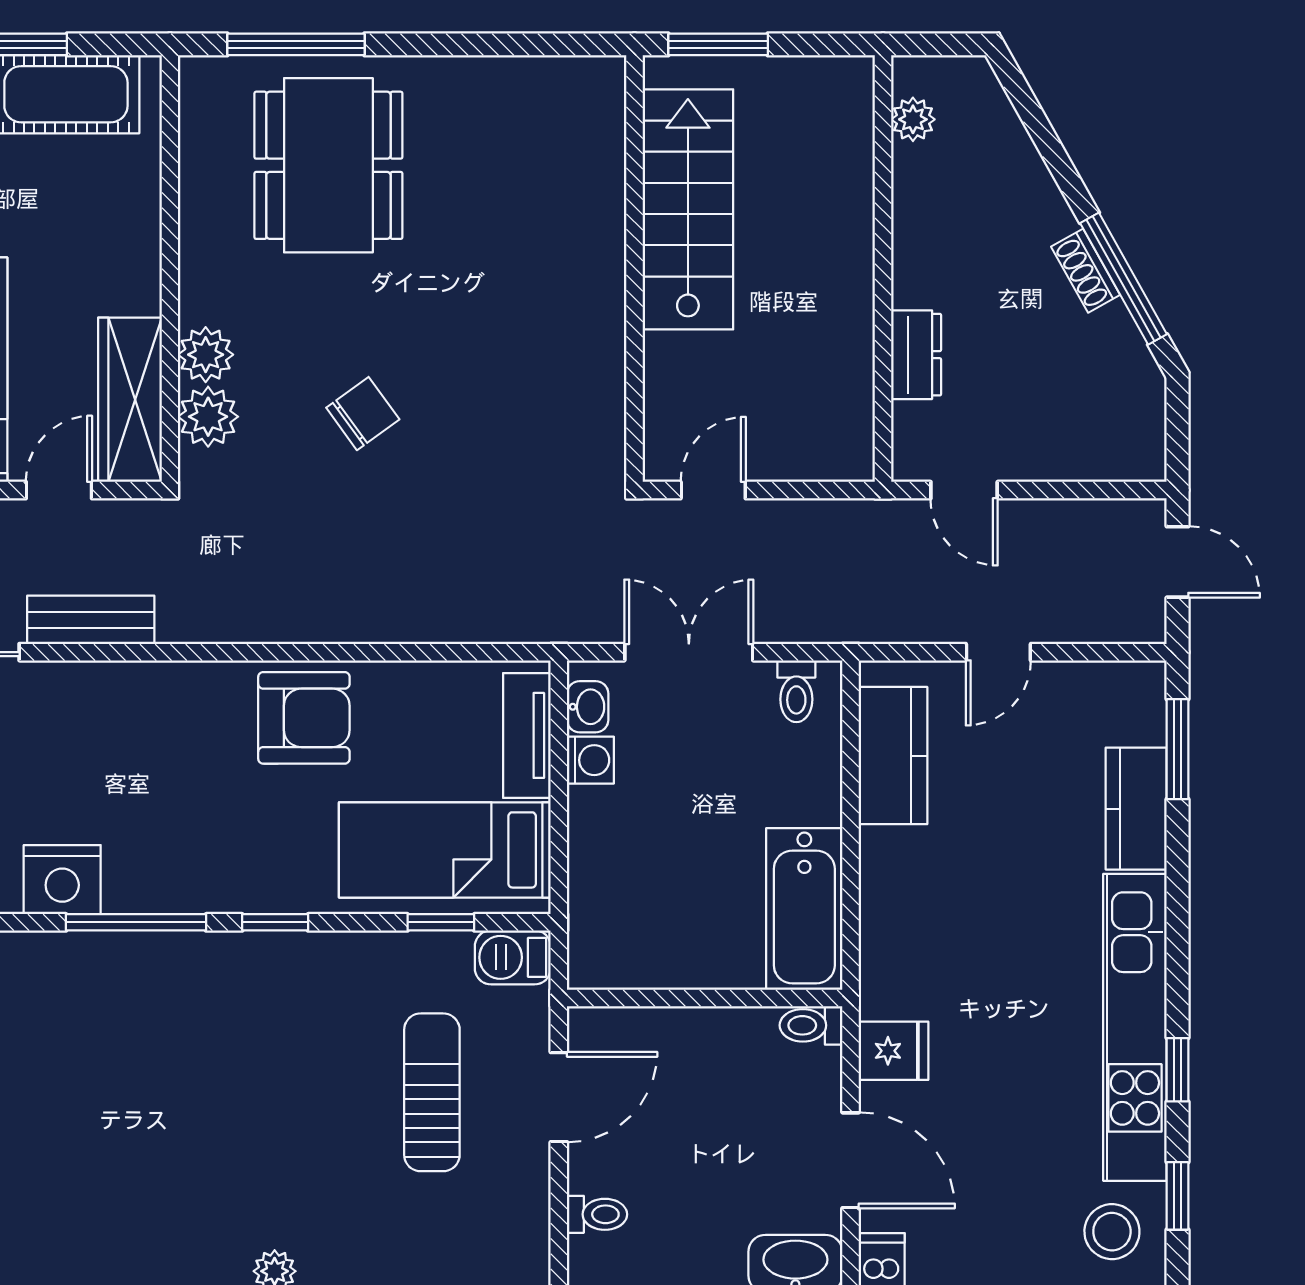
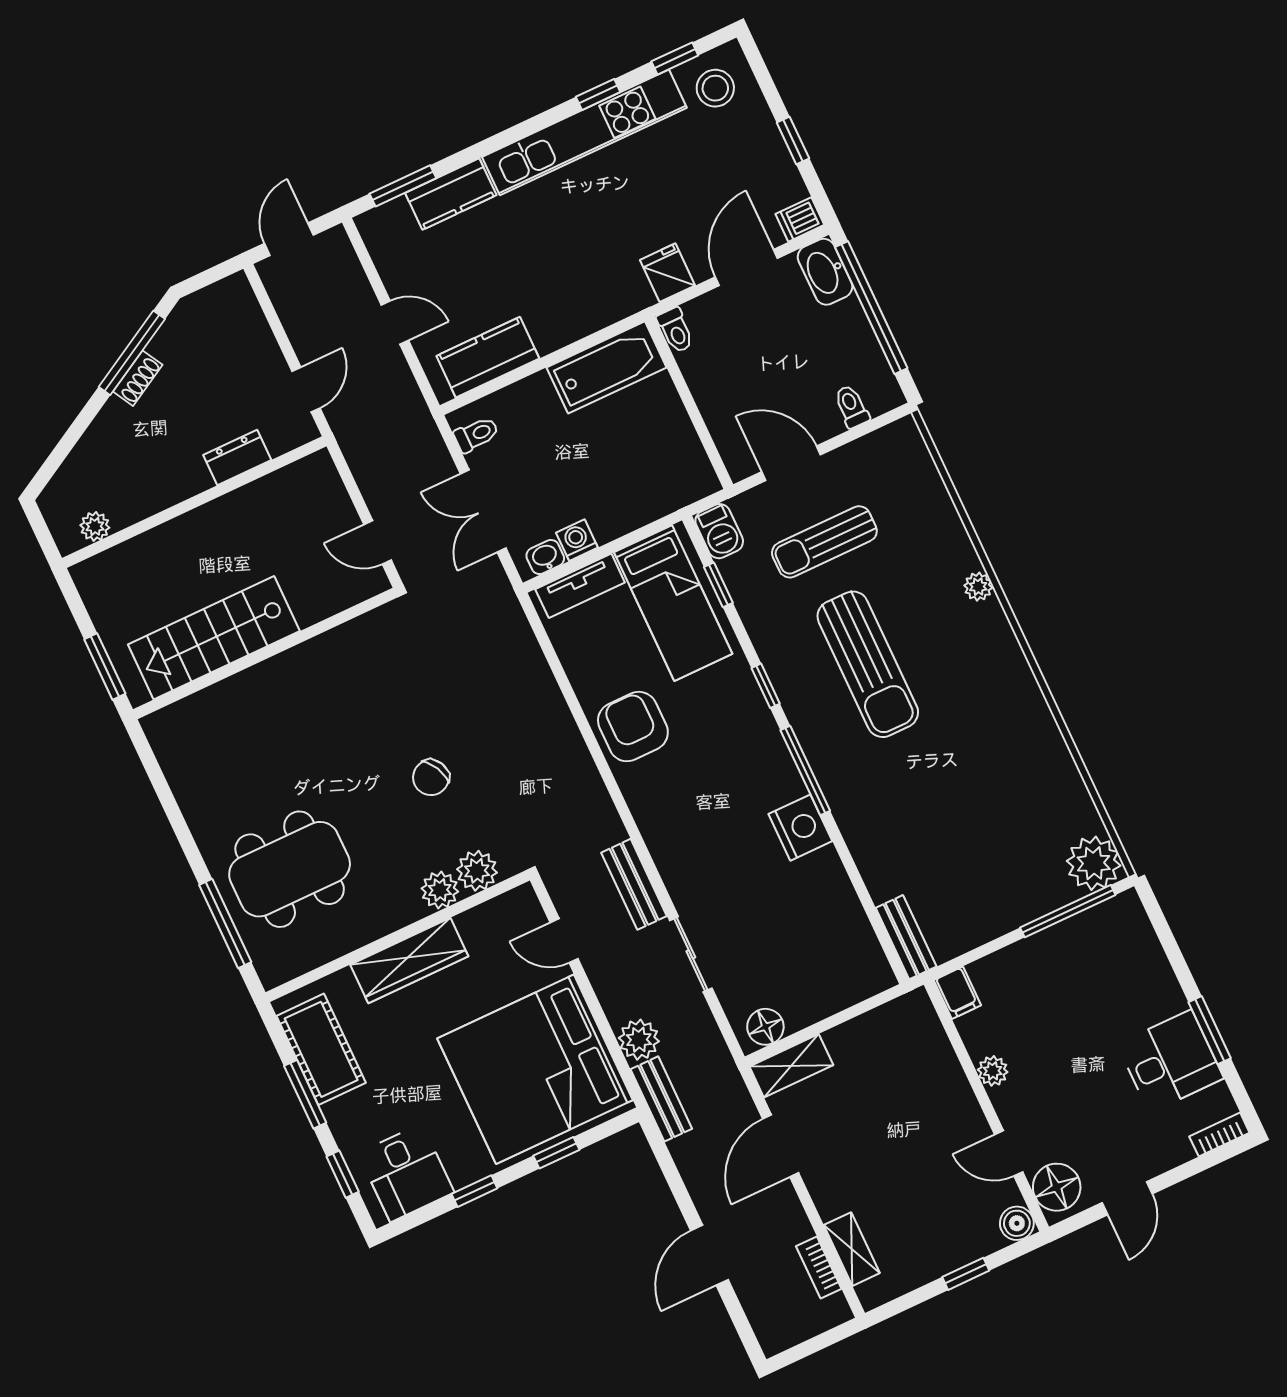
wardrobe: (130, 400) -> (409, 960), moved
chair: (363, 414) -> (431, 778), turned -81
sun lounger: (240, 1074) -> (868, 664), added

